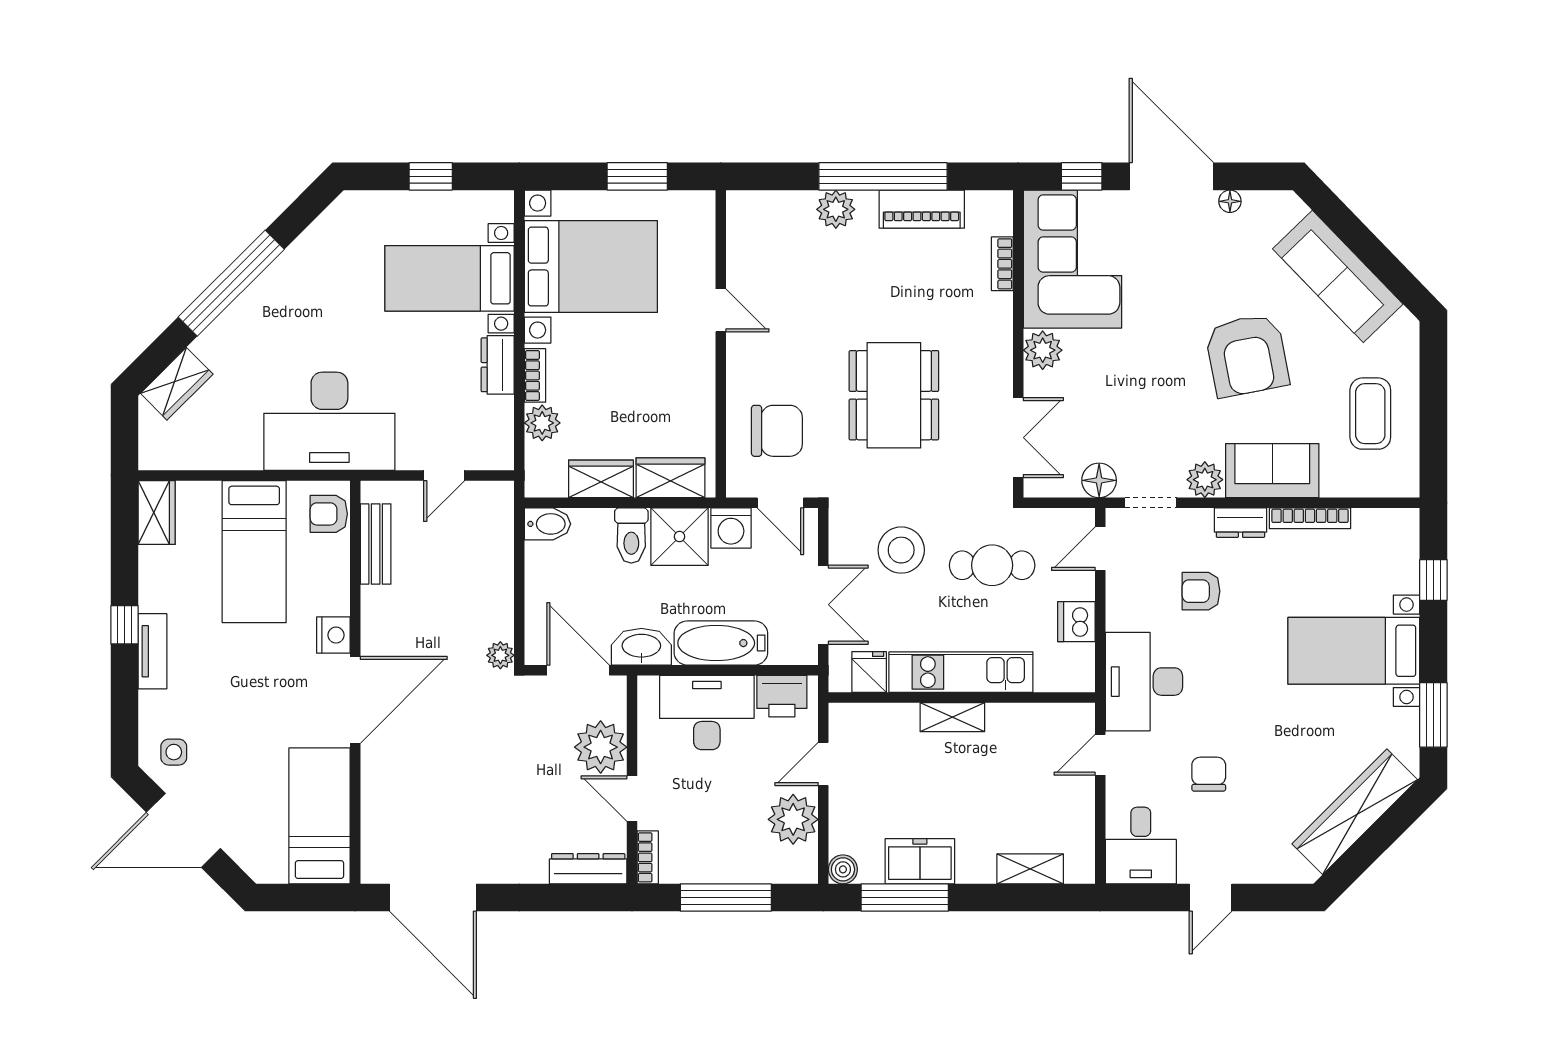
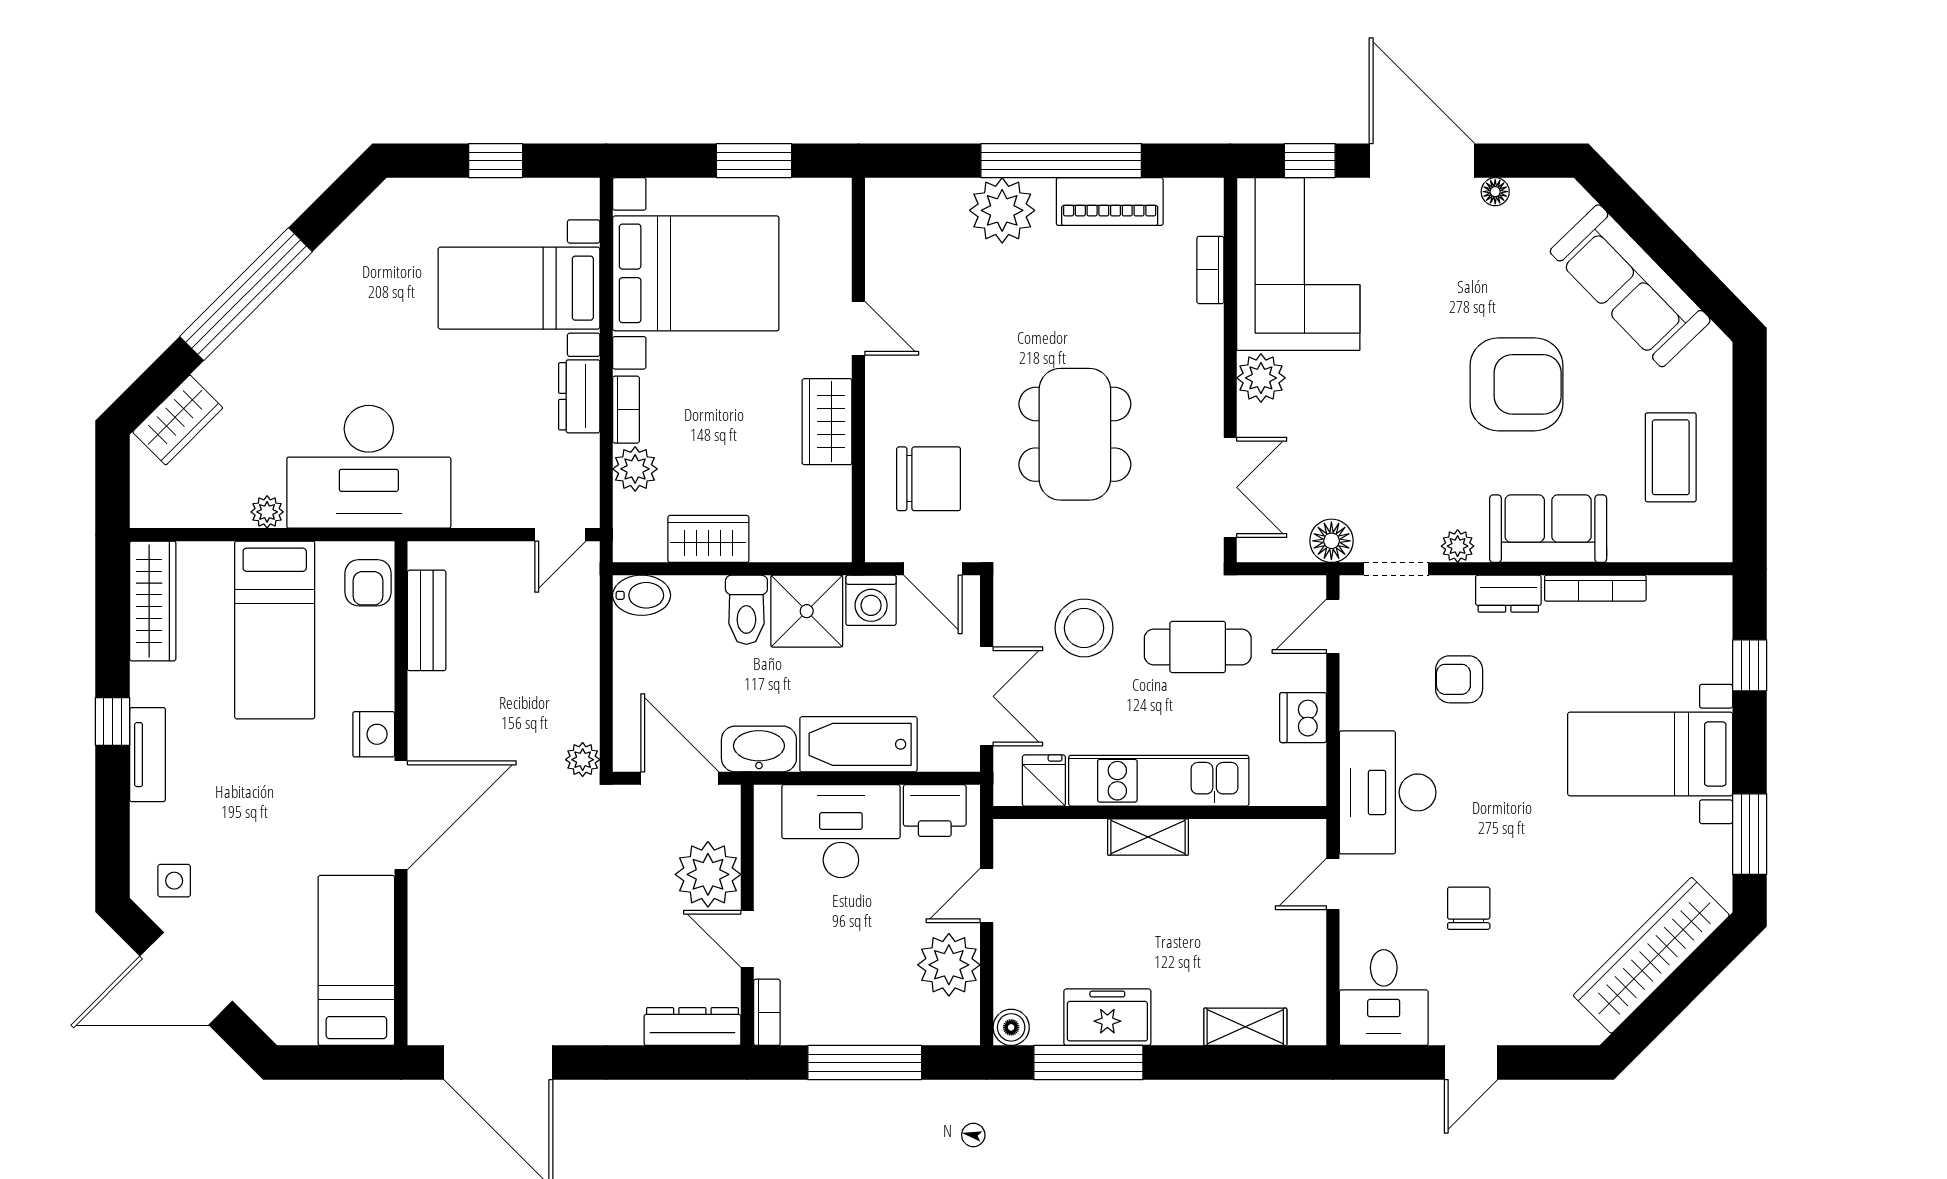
plant: (836, 209) -> (1002, 210), width x1.36, depth x1.36
armchair: (1247, 355) -> (1517, 384), turned -79
plant: (248, 457) -> (267, 512), added
door: (444, 475) -> (560, 535), moved
wardrobe: (670, 478) -> (827, 422), moved, turned -90
plant: (1205, 480) -> (1458, 546), width x0.73, depth x0.73
wardrobe: (157, 512) -> (153, 601), width x1.50
armchair: (329, 514) -> (368, 583), turned -90

